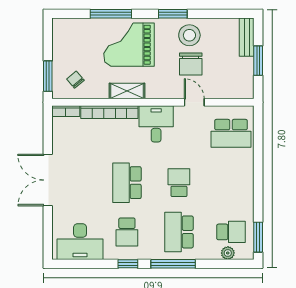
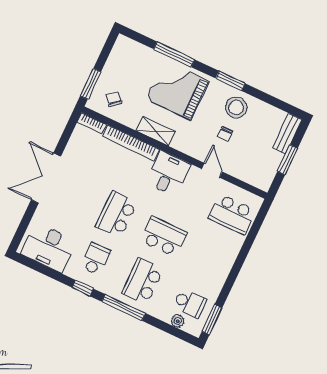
chair: (191, 64) -> (225, 134), width x0.54, depth x0.54
school desk: (179, 183) -> (164, 236), width x1.85
school desk: (127, 232) -> (95, 259), turned 180

